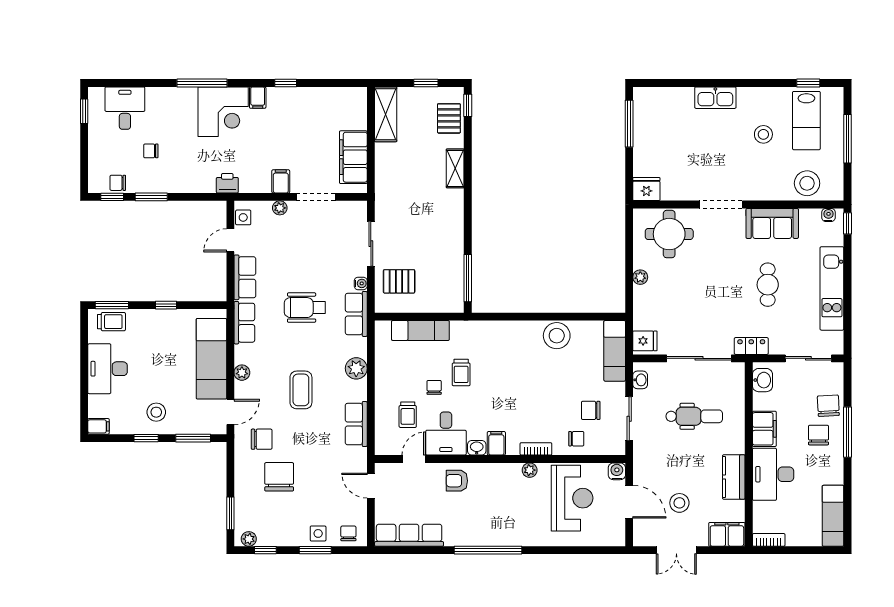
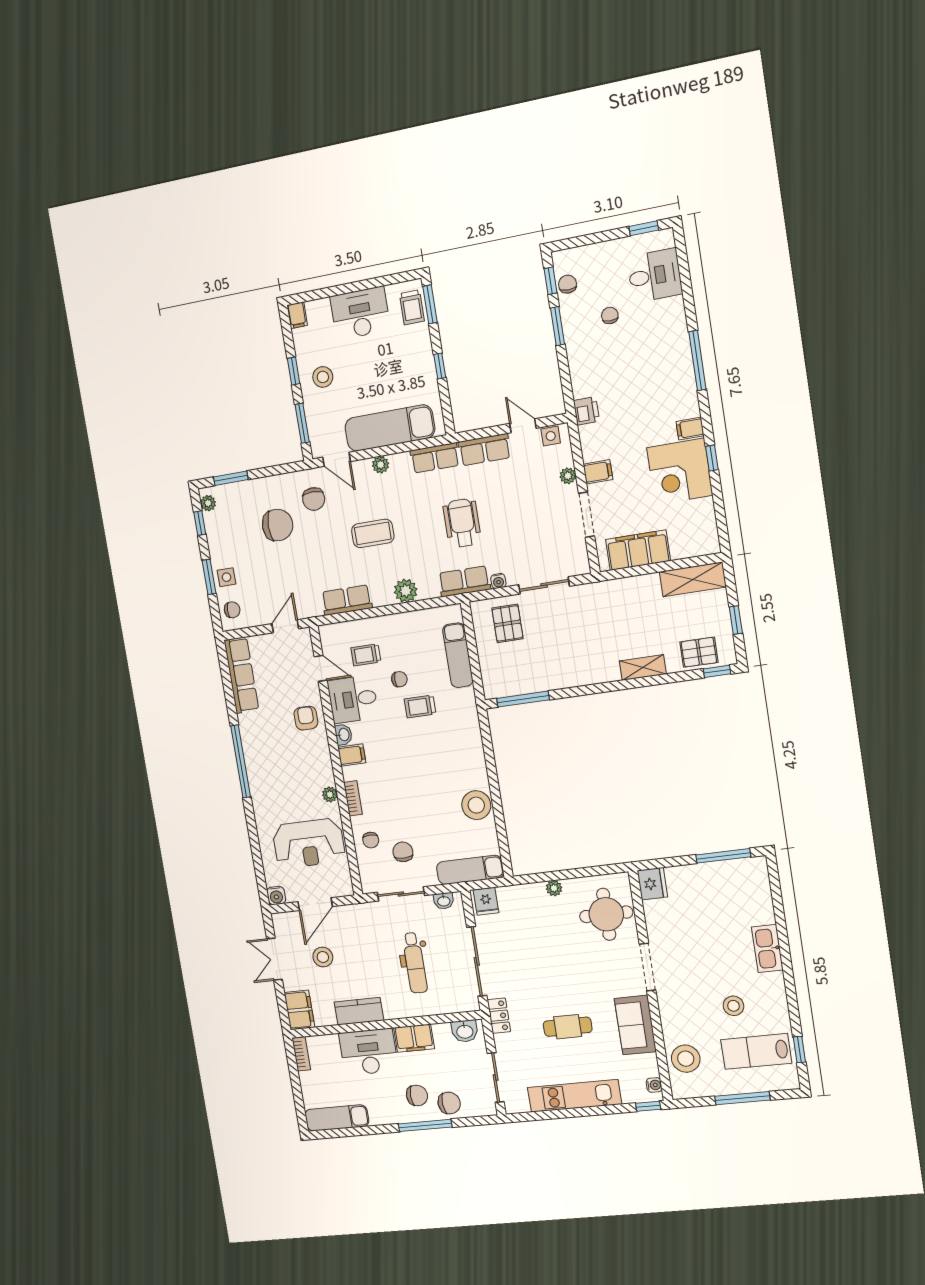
corner desk: (223, 112) -> (680, 471), moved
water cooler: (617, 471) -> (276, 896), moved, turned 90

